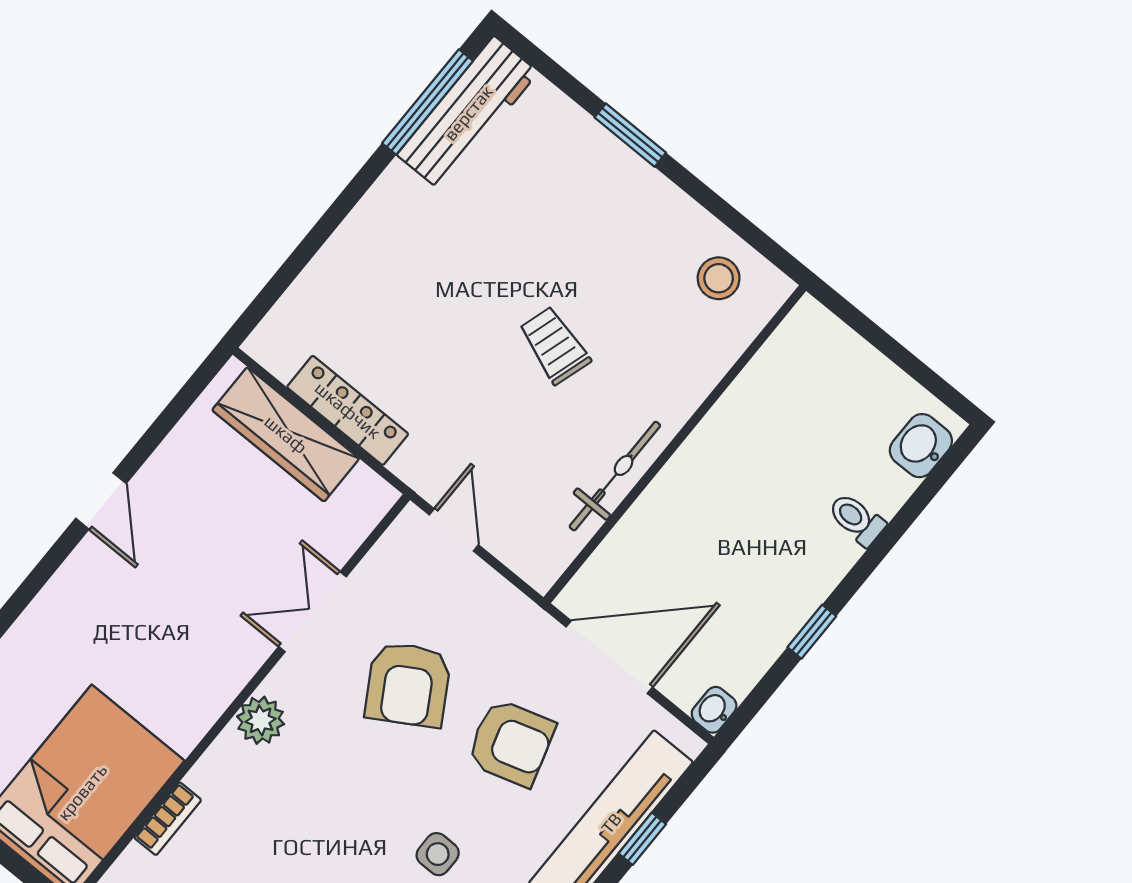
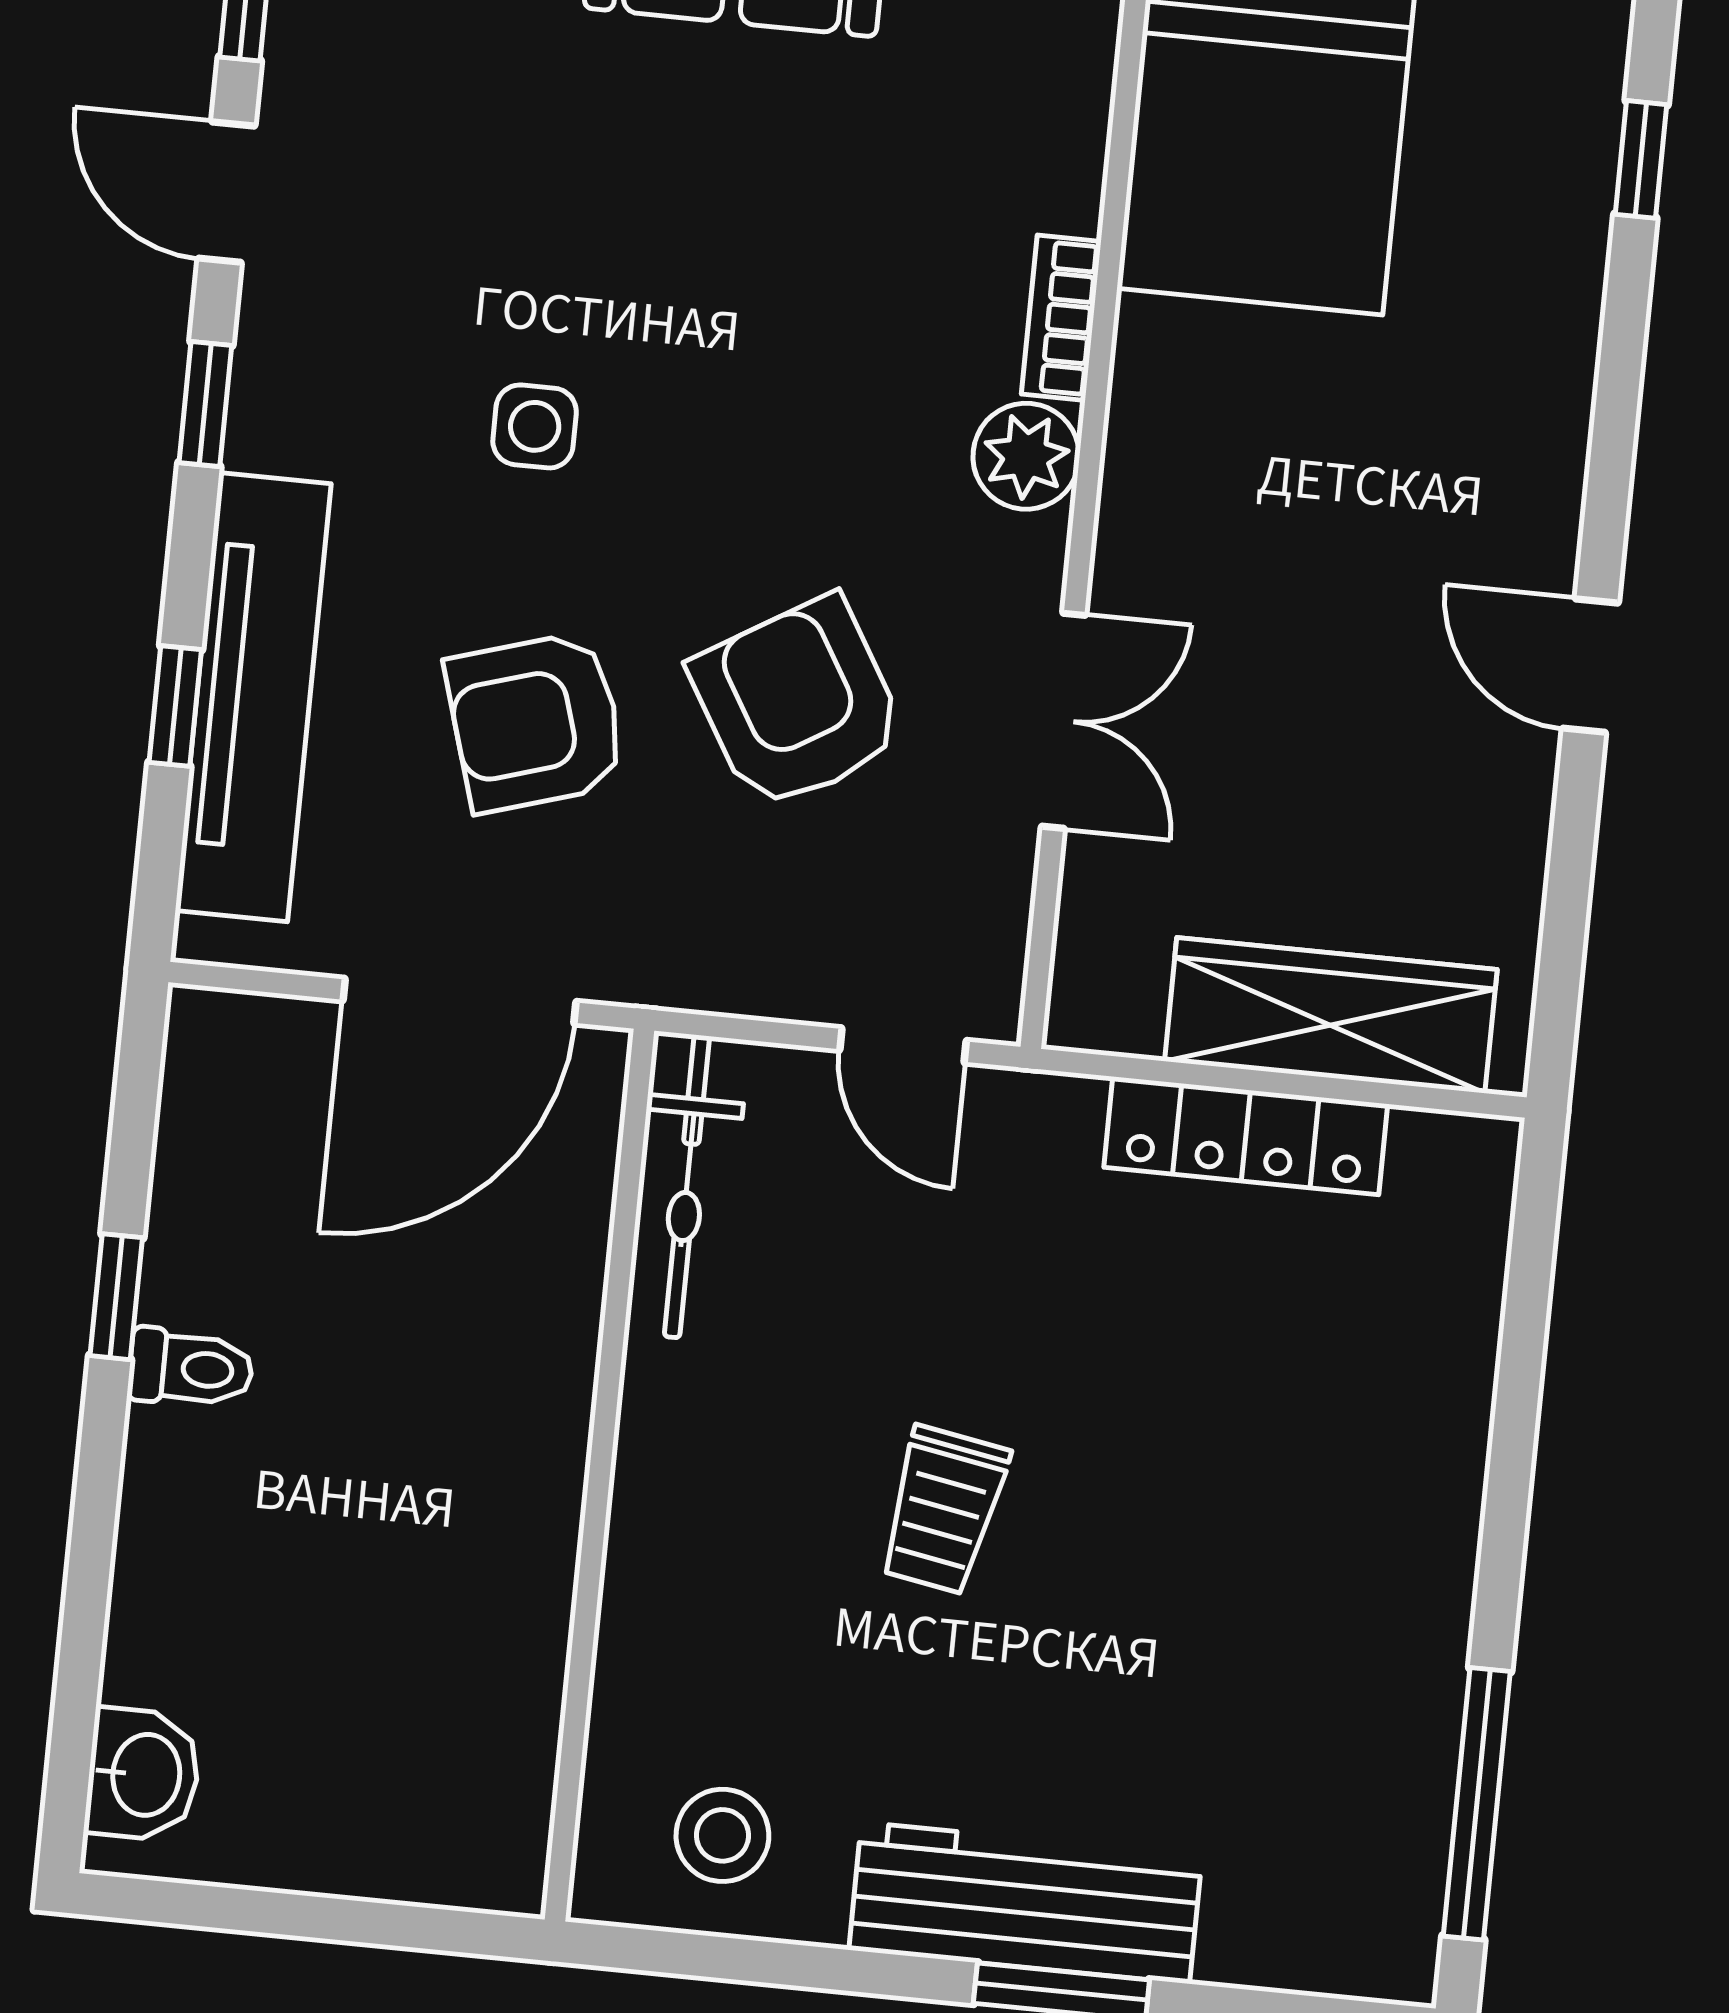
workbench: (468, 113) -> (1025, 1903), moved, turned 90
trolley: (554, 345) -> (943, 1510), turned 83
bicycle: (615, 476) -> (687, 1186), moved
toilet: (857, 519) -> (191, 1368), moved
washbasin: (714, 710) -> (201, 1032), removed
bookcase: (168, 819) -> (1061, 318), moved

